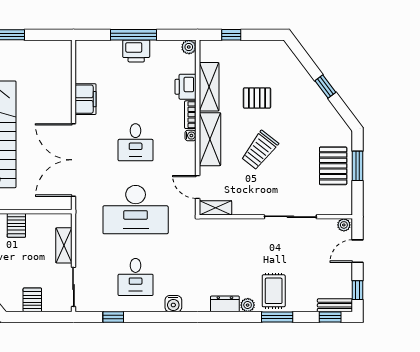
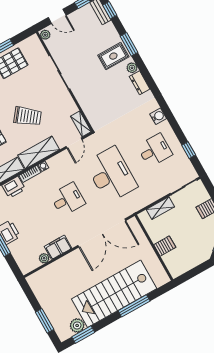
plant: (82, 76) -> (44, 258), added

